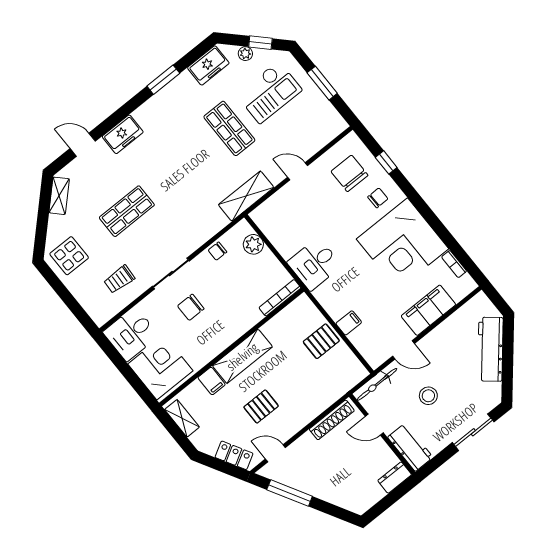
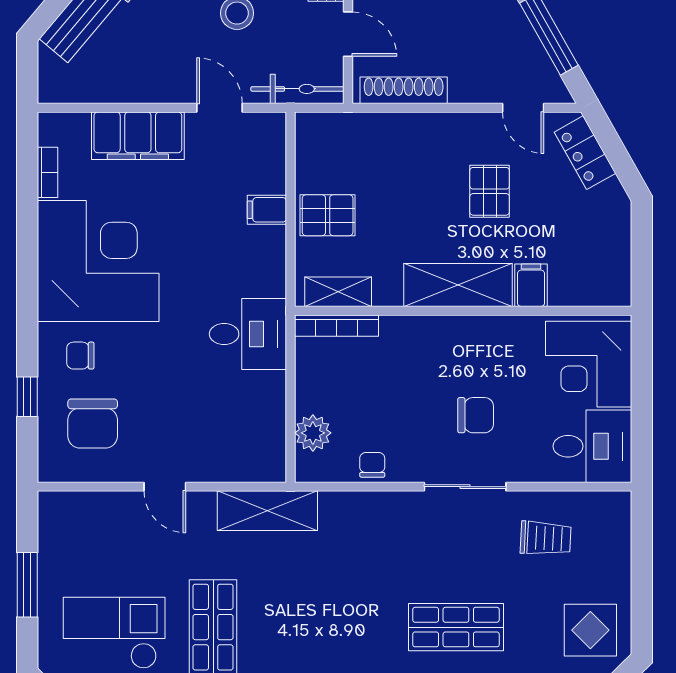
chair: (217, 251) -> (372, 465), turned -90
pallet: (261, 407) -> (490, 191), turned 90
shelving: (182, 418) -> (338, 292), moved, turned 90

